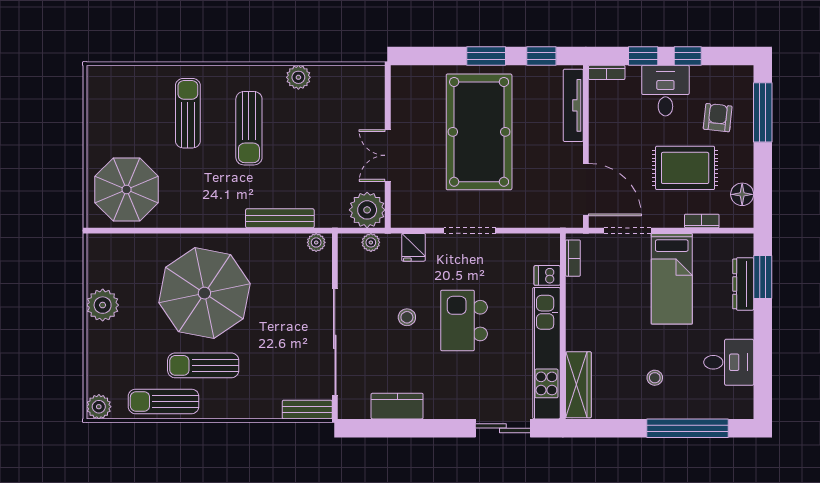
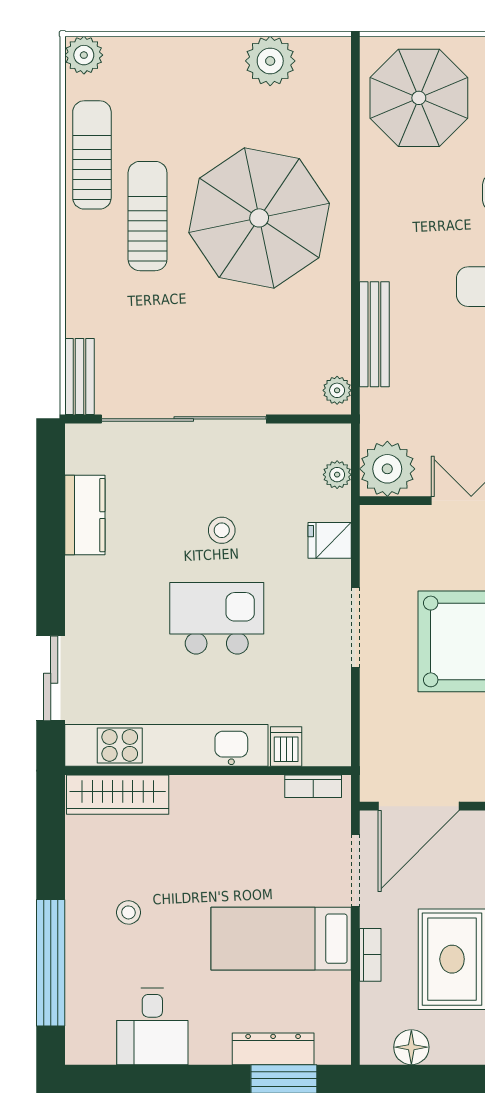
bookcase: (702, 221) -> (370, 955), moved
plant: (103, 305) -> (270, 61), moved

